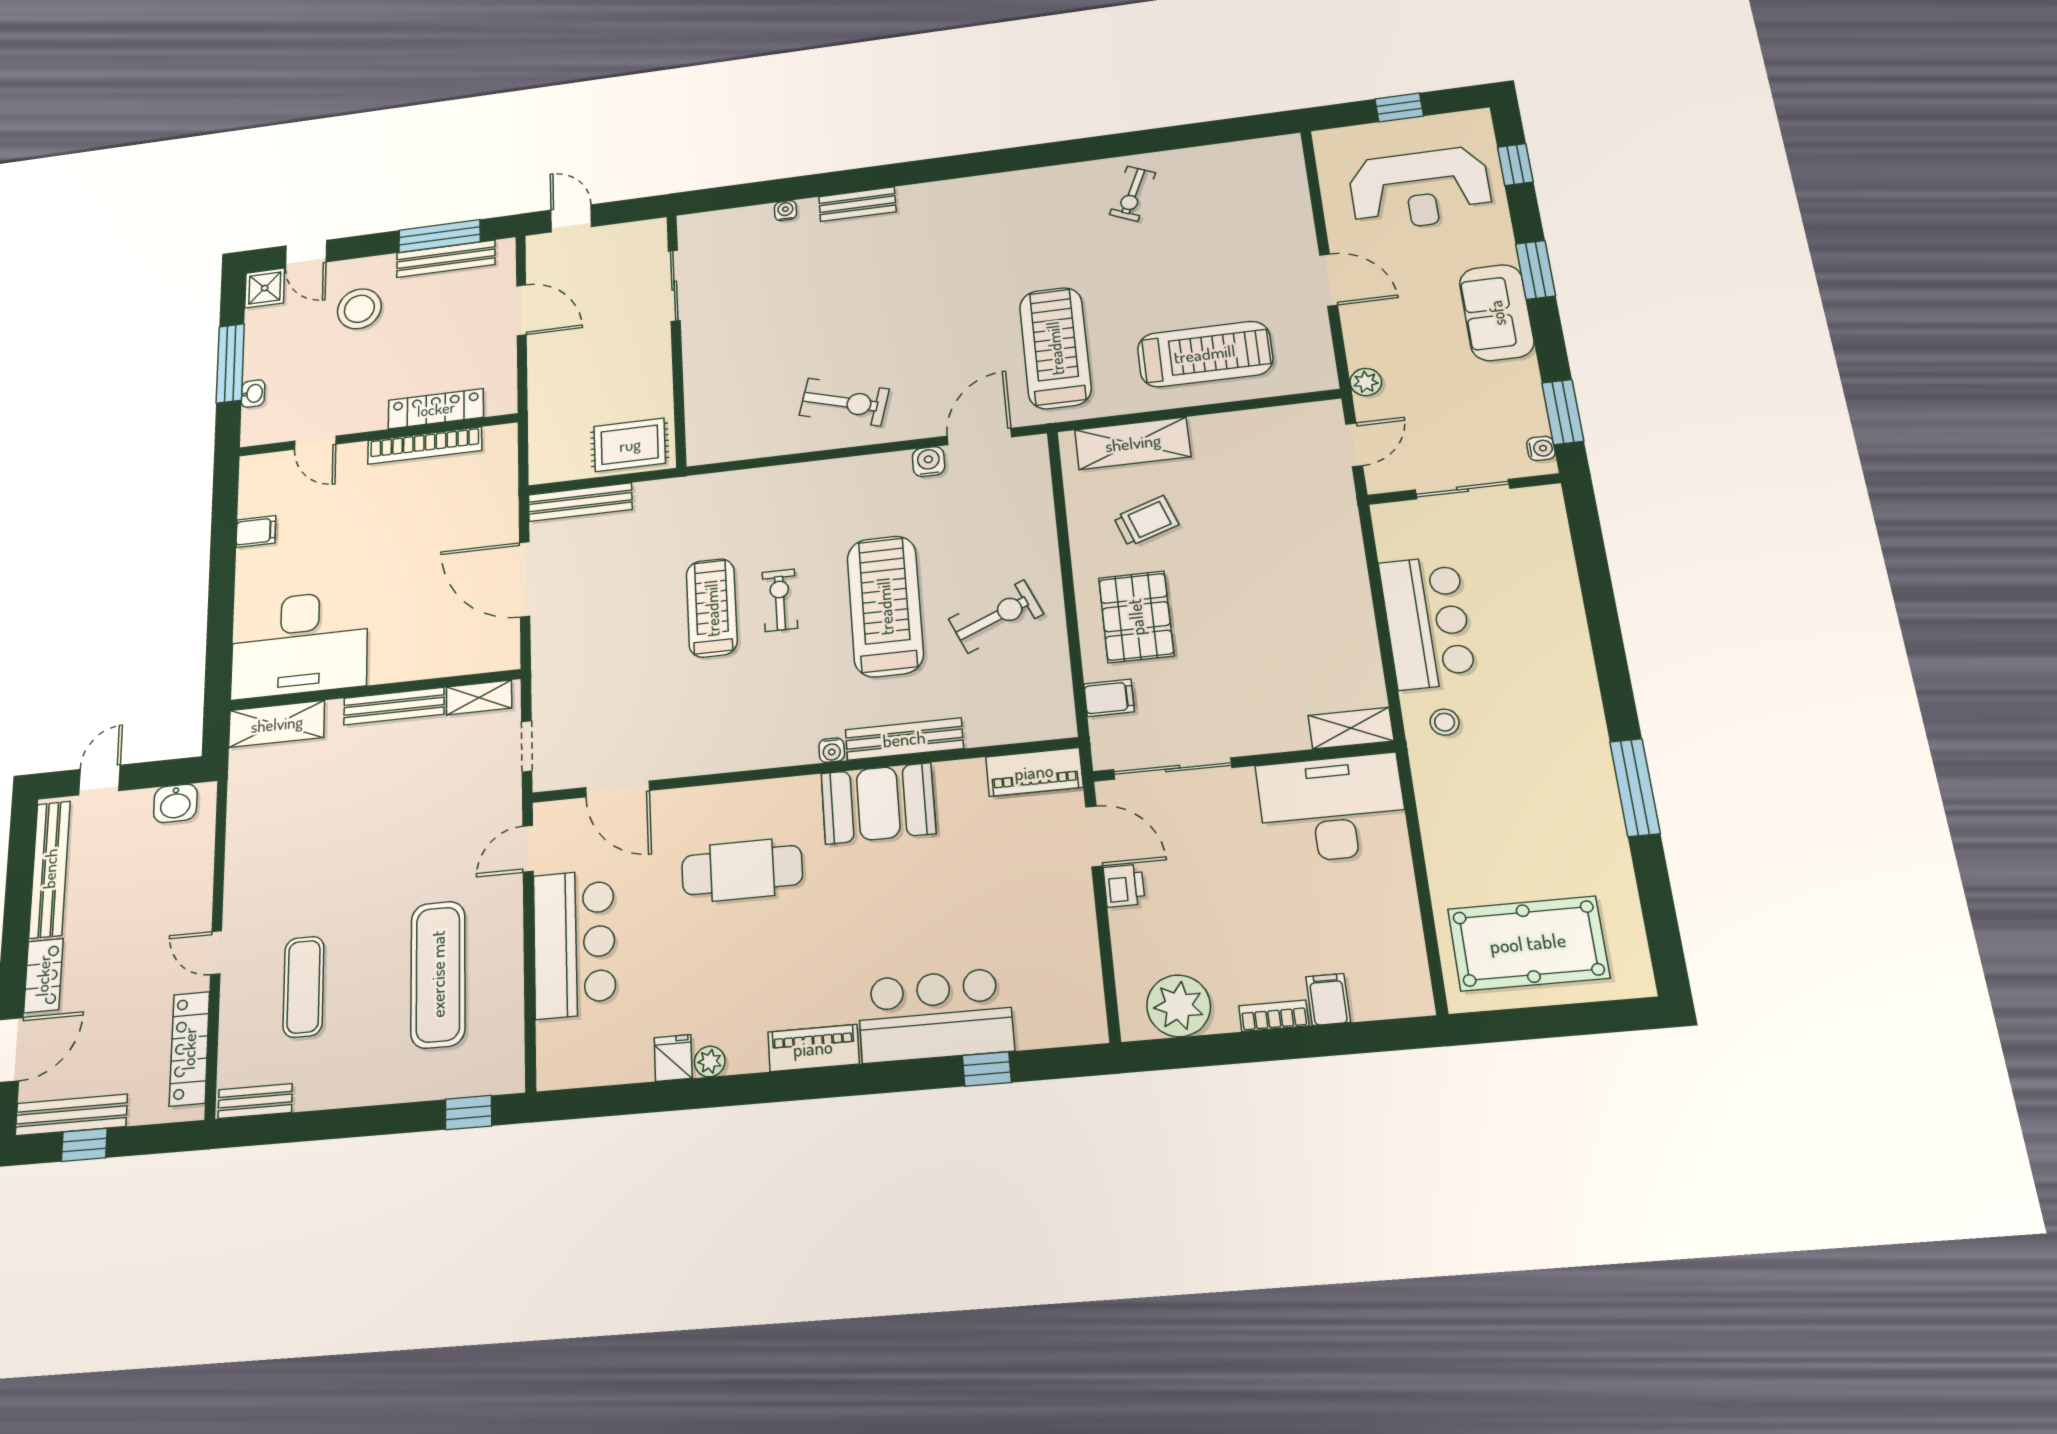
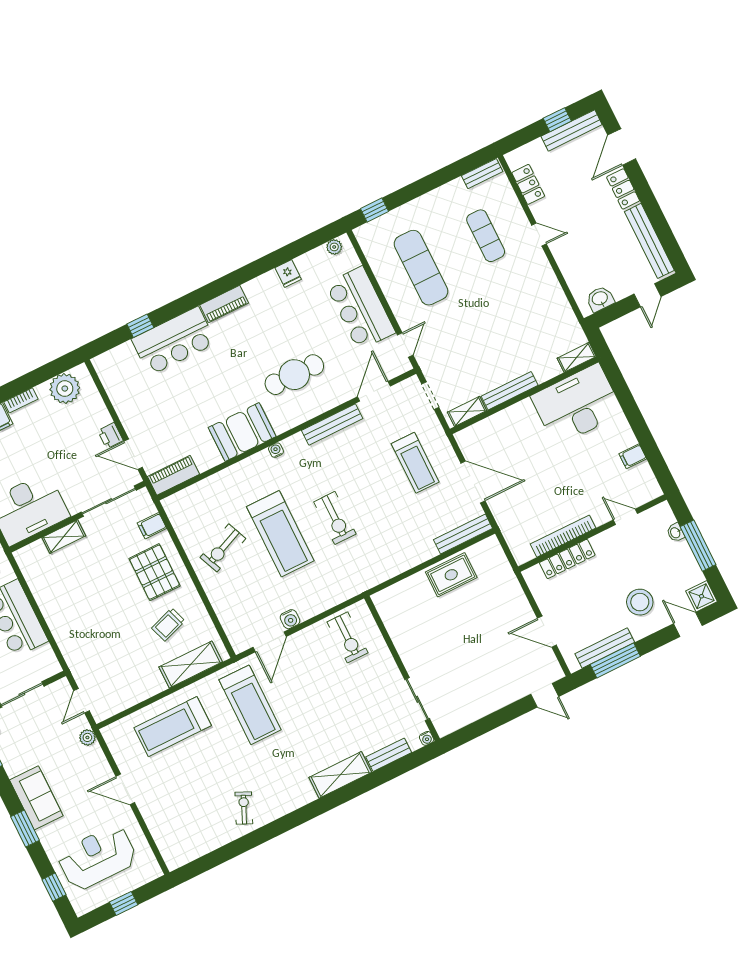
shelving: (950, 197) -> (340, 775), added
sliding door: (674, 286) -> (417, 699), moved
wall: (676, 339) -> (402, 668), moved
exercise bike: (844, 402) -> (347, 637), turned -106
exercise bike: (780, 600) -> (335, 518), width x1.38, depth x1.39
treadmill: (712, 608) -> (415, 463), moved
shelving: (277, 724) -> (577, 357), width x0.67, depth x0.75
shelving: (1351, 728) -> (64, 537), moved
bench: (904, 739) -> (332, 425), moved
door: (617, 789) -> (374, 391), hinge flipped
locker: (189, 1049) -> (528, 184), width x0.66
plant: (710, 1062) -> (334, 247), moved

